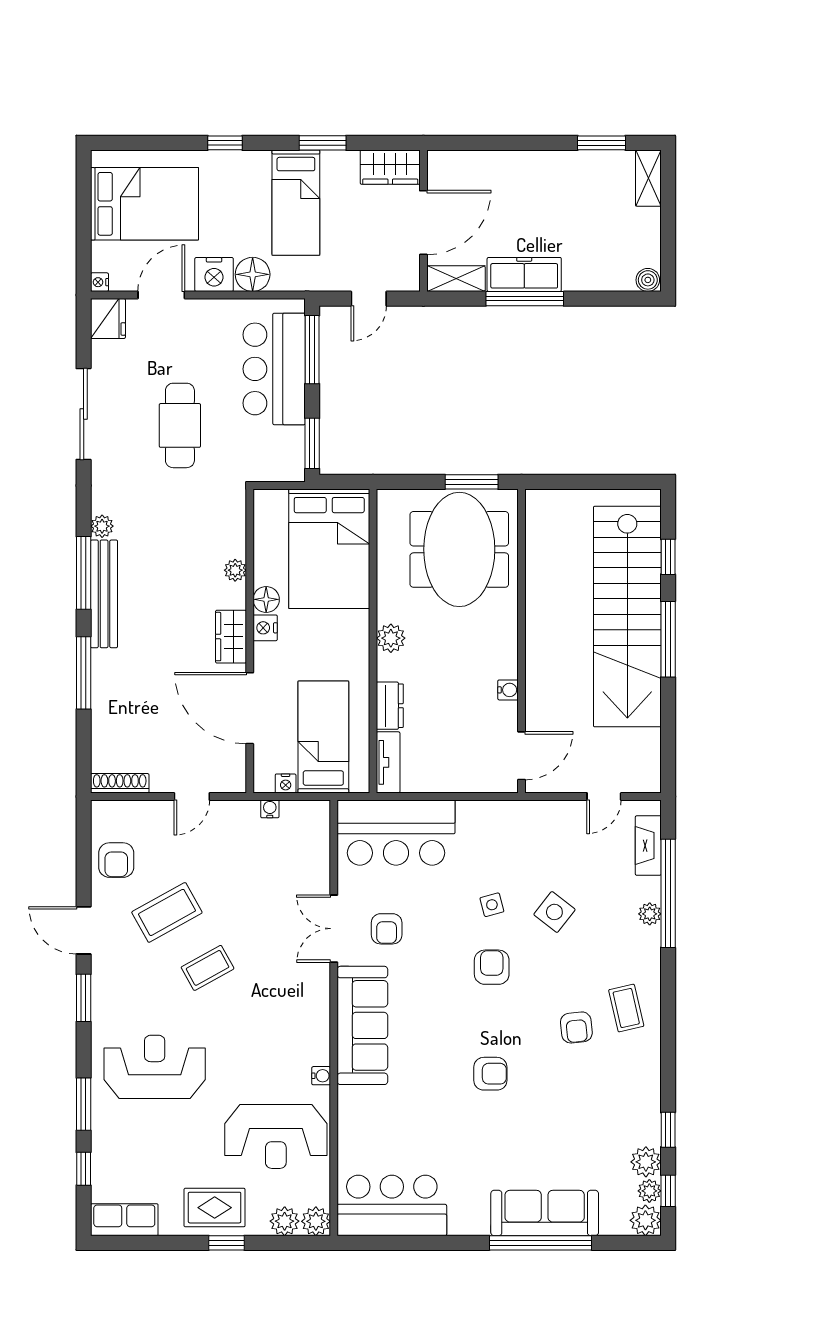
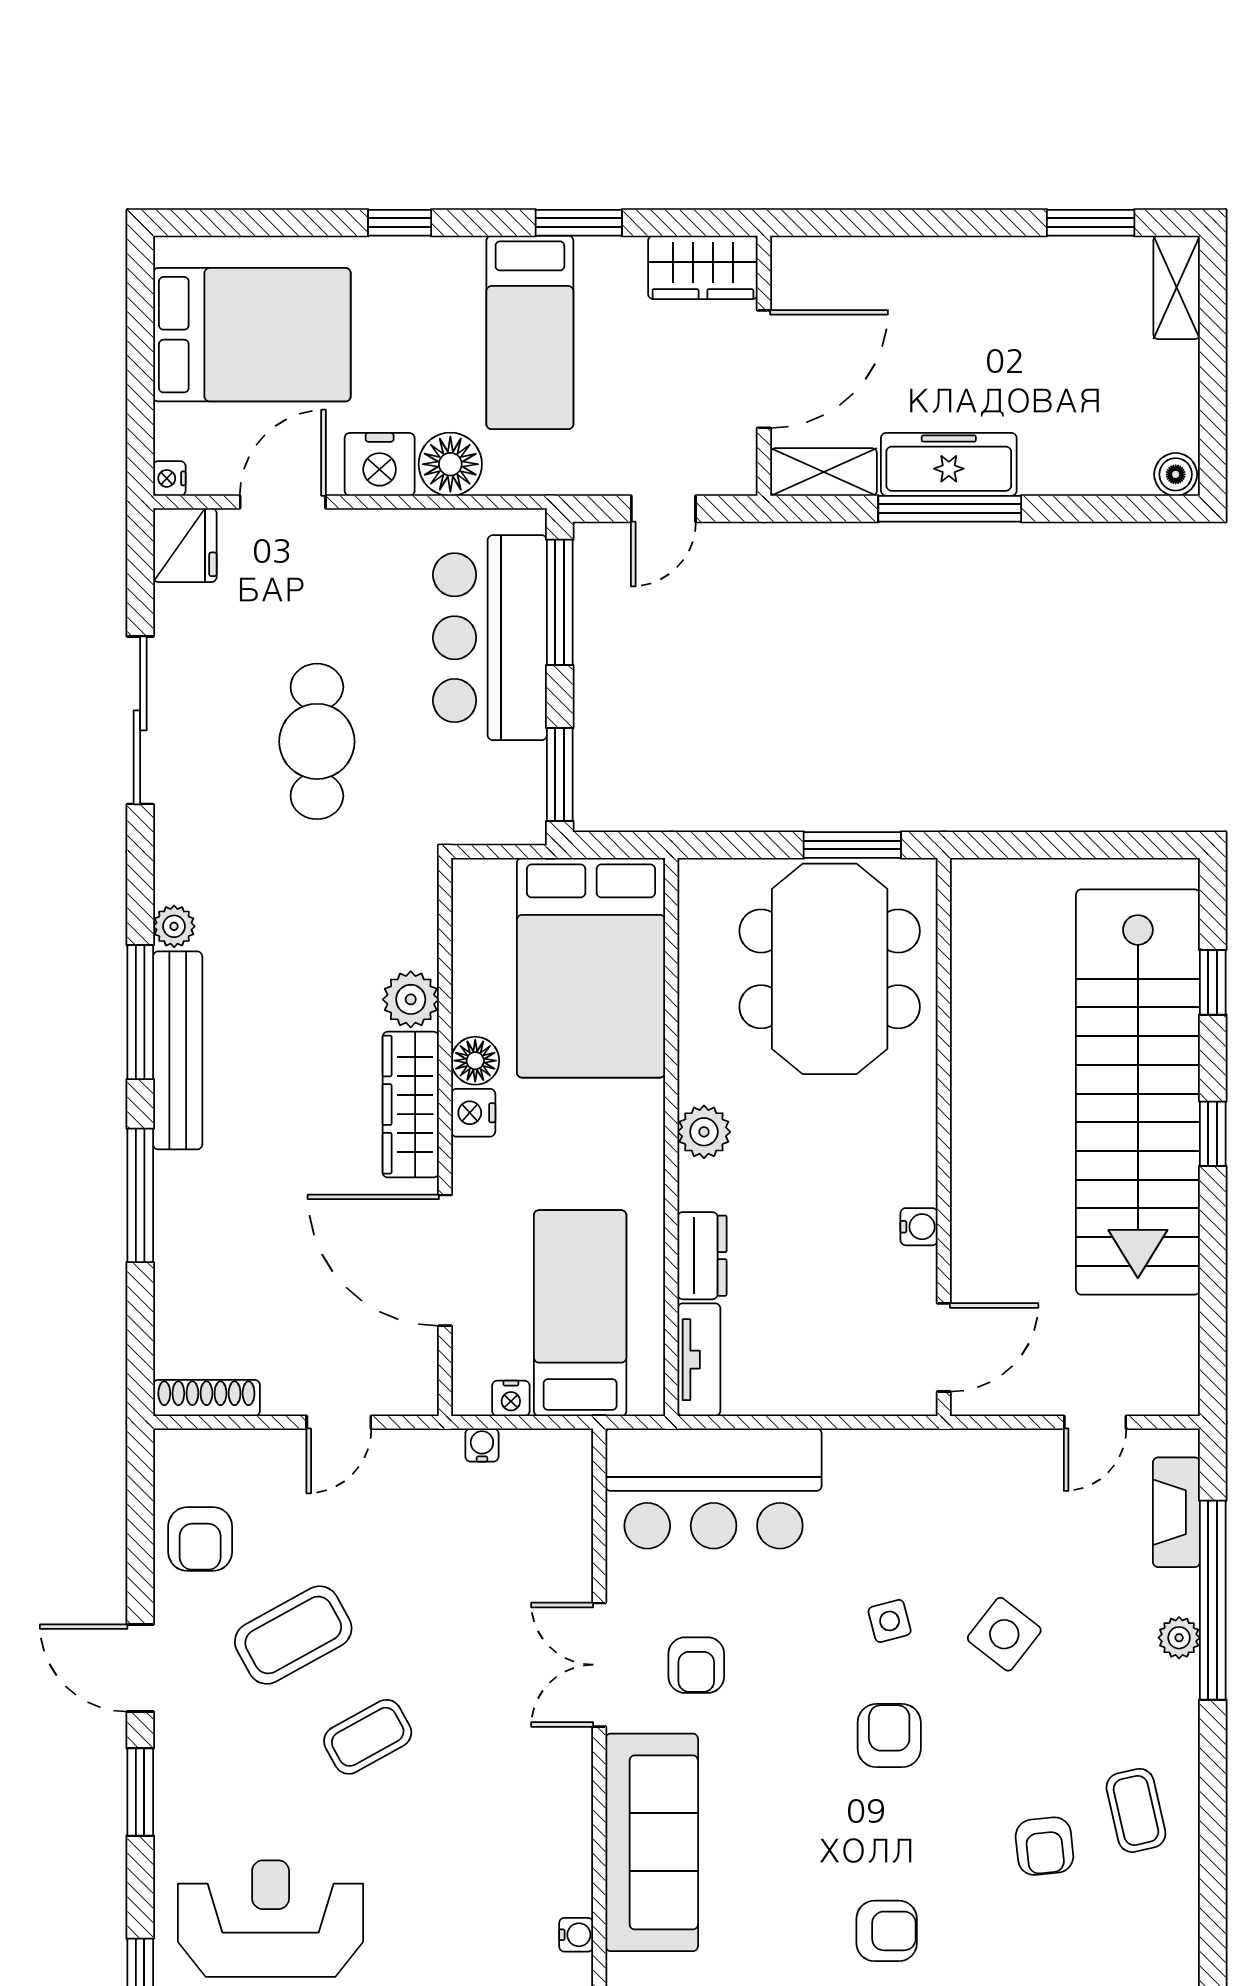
plant: (235, 570) -> (411, 999), width x1.38, depth x1.38
wardrobe: (231, 637) -> (411, 1105), width x1.50
window: (668, 639) -> (1213, 1134), width x0.46

